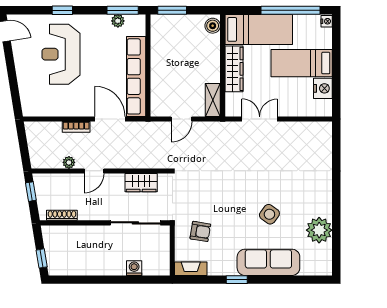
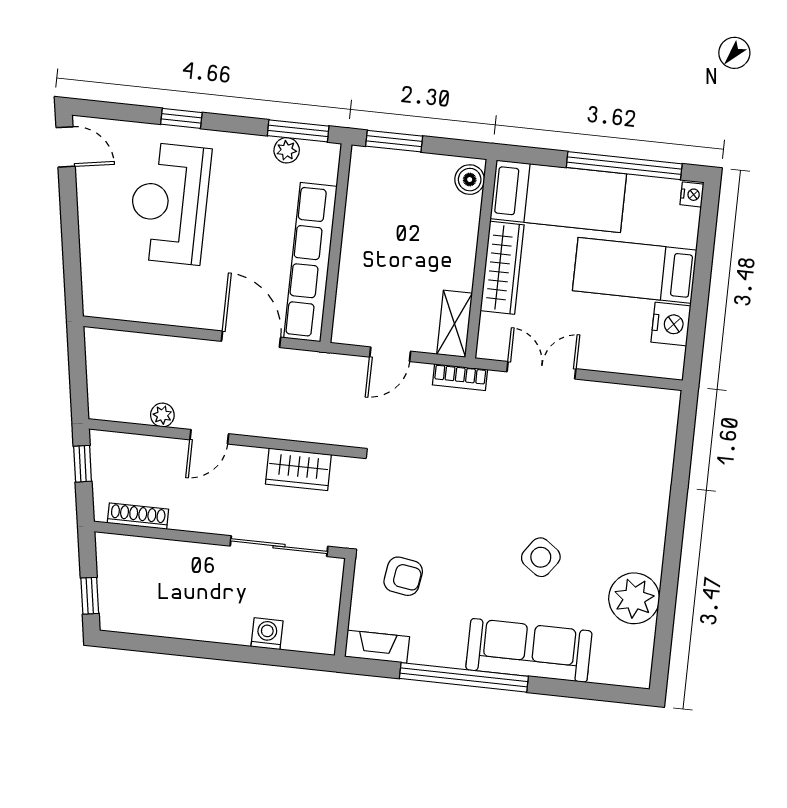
bookcase: (76, 127) -> (460, 377), moved
window: (237, 280) -> (464, 677), width x3.17

